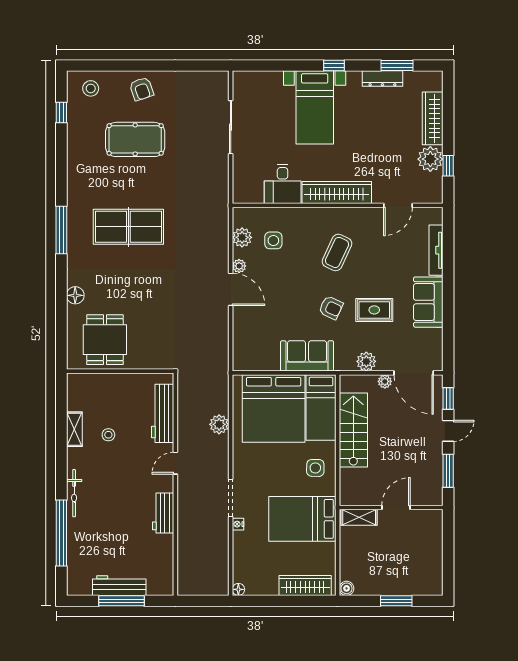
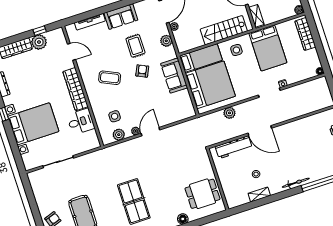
bed with nightstands: (315, 107) -> (33, 124), width x1.36
stairs: (353, 430) -> (224, 30), moved
door: (175, 463) -> (260, 131), width x1.88
workbench: (163, 513) -> (290, 128), removed

